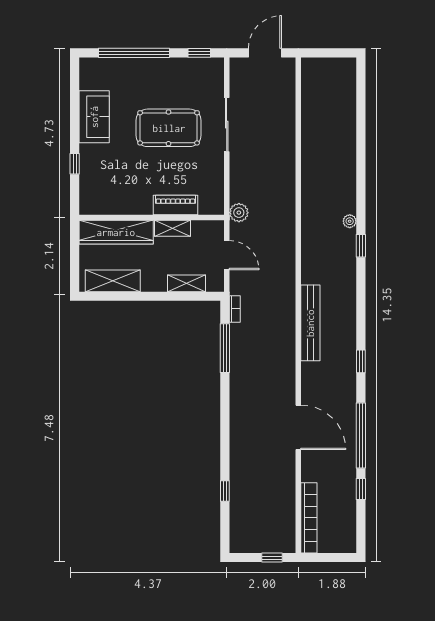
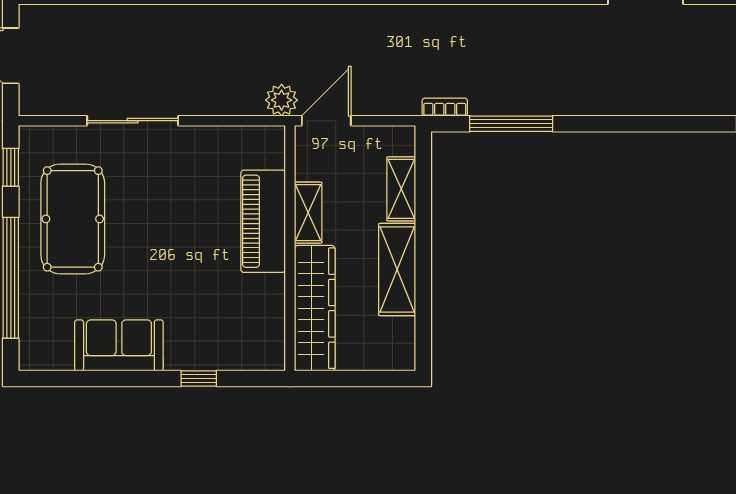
pool table: (169, 128) -> (73, 219), moved
piano: (175, 205) -> (263, 221), width x1.37, depth x1.33
door: (227, 255) -> (326, 121), moved
shelving: (113, 281) -> (397, 270), moved

